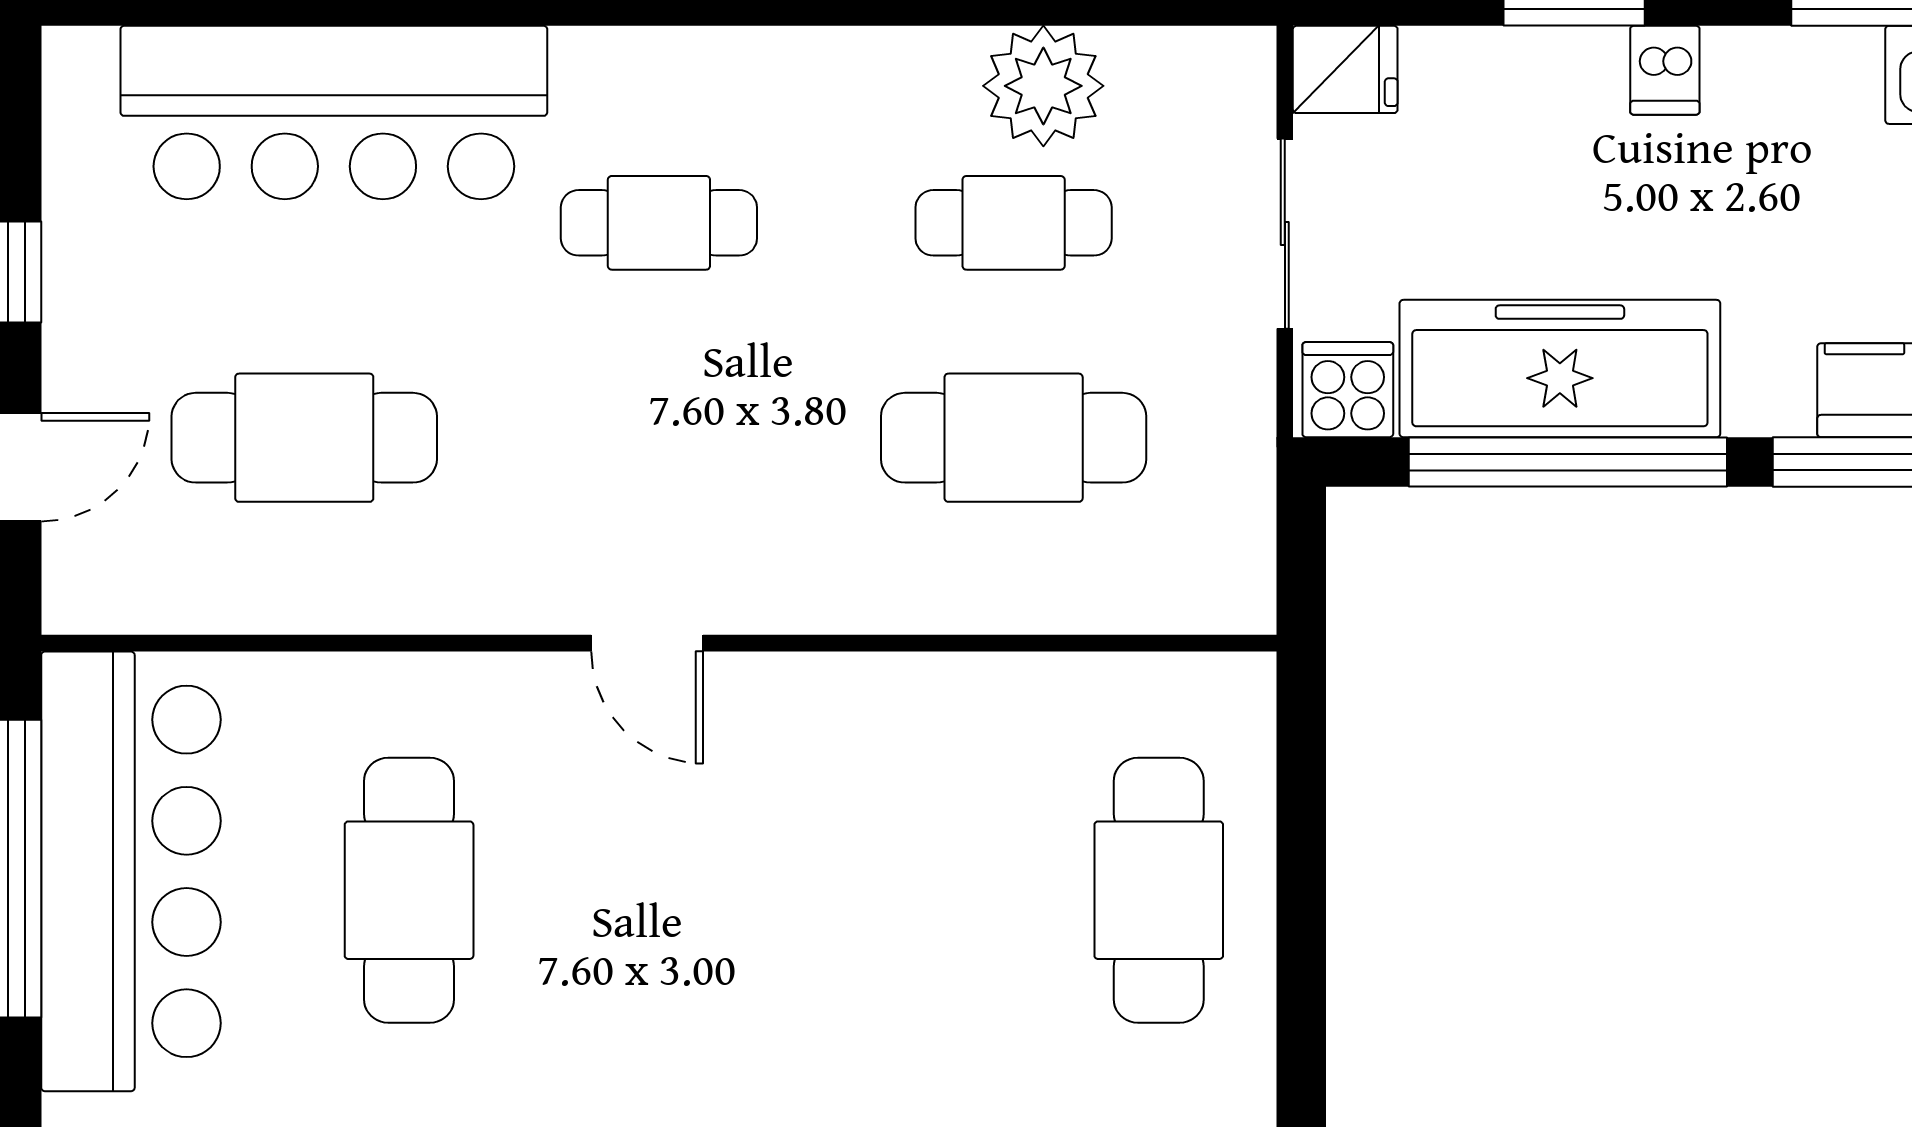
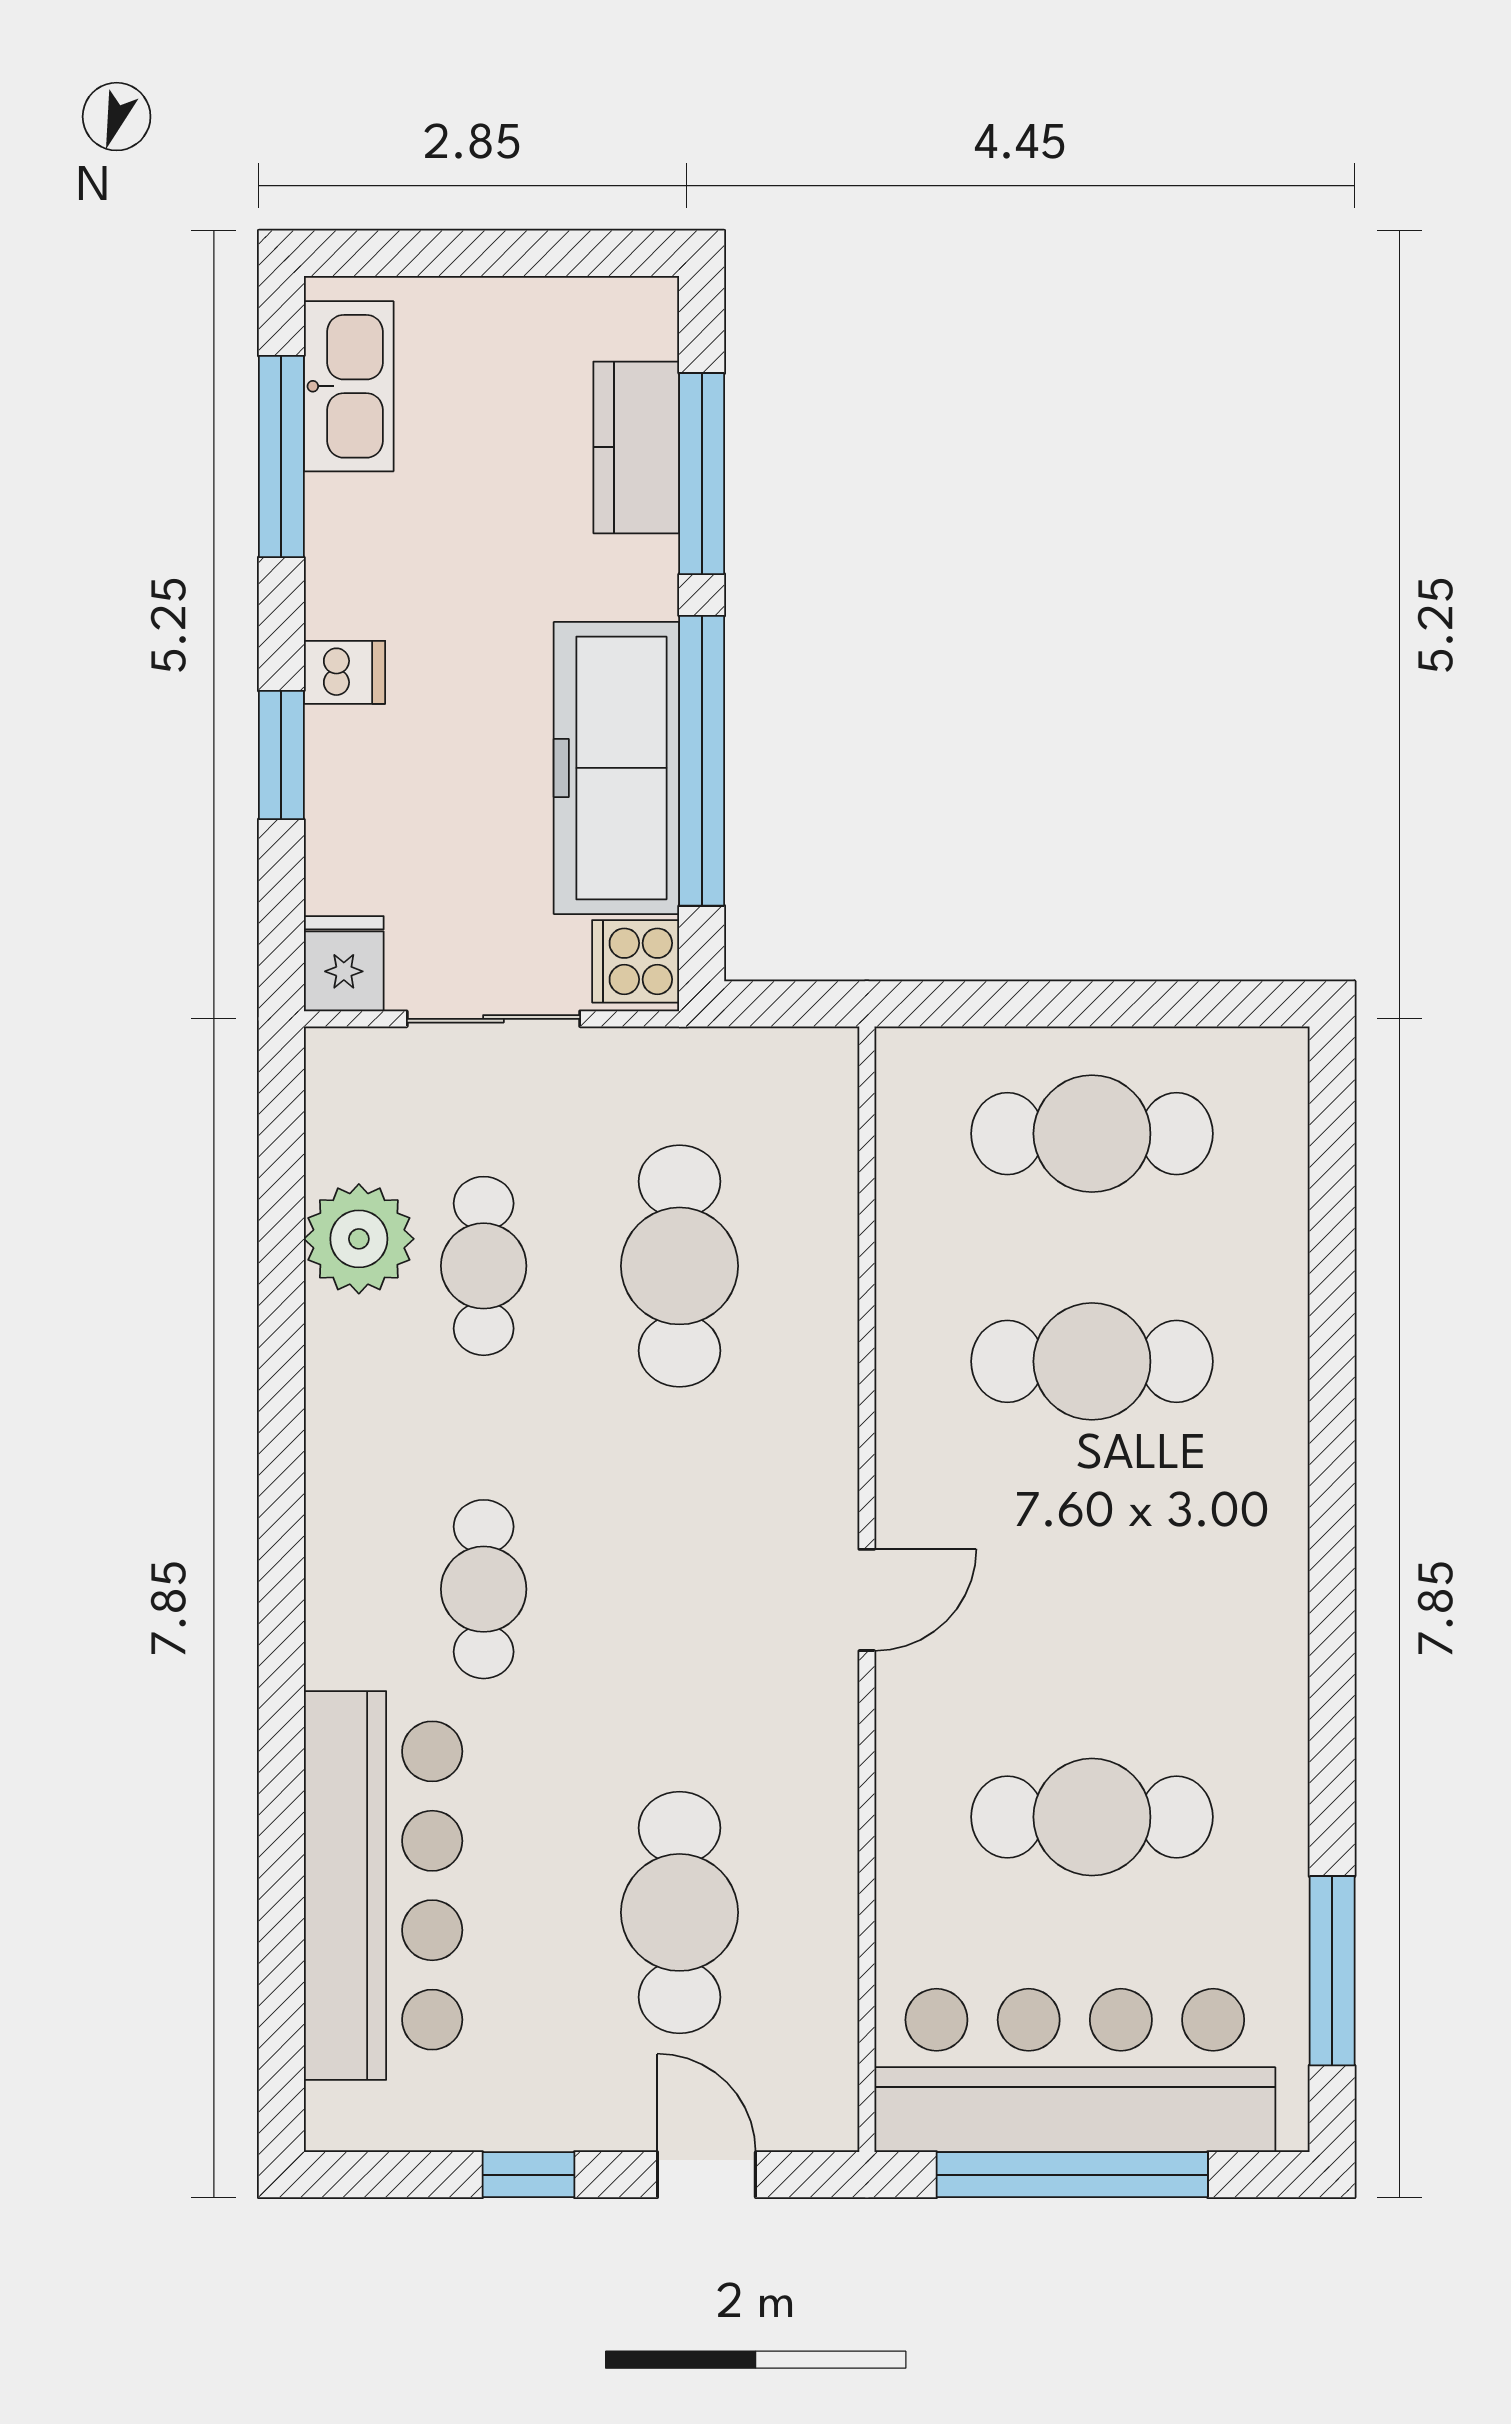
cafe table: (909, 890) -> (1092, 1361), added

